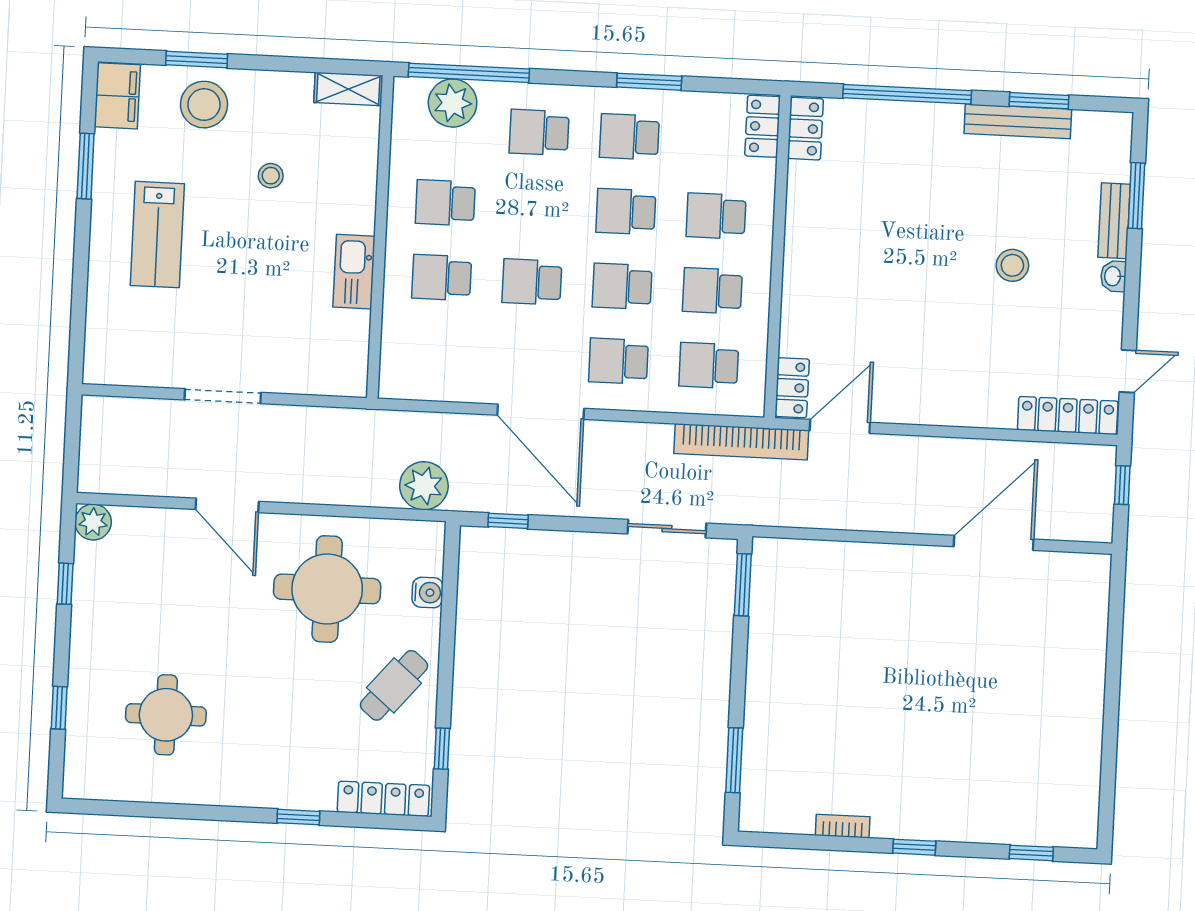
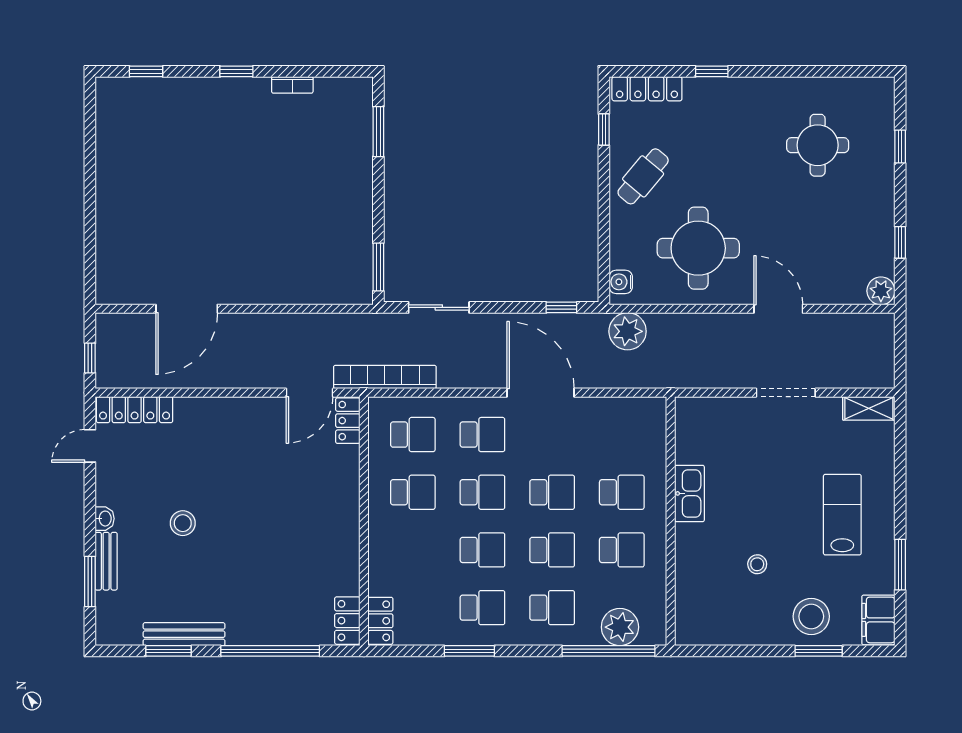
shelving: (348, 89) -> (869, 408), moved
school desk: (716, 216) -> (552, 550), moved
water cooler: (428, 593) -> (621, 282), moved

